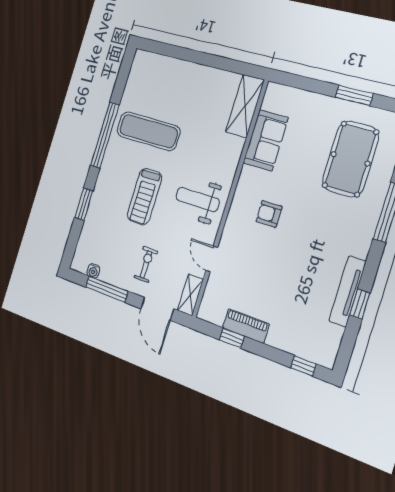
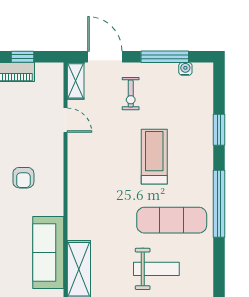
sofa: (266, 140) -> (48, 253), width x1.36
weight bench: (197, 199) -> (156, 269), moved
armchair: (269, 214) -> (23, 178), turned 90

